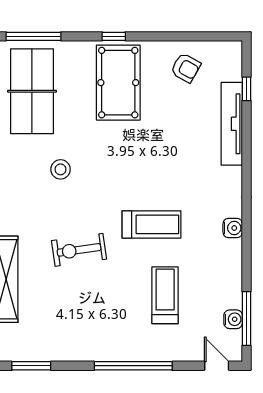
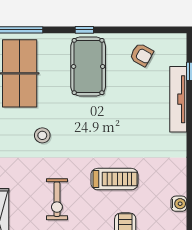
water cooler: (233, 228) -> (179, 204), moved
exercise bike: (79, 250) -> (57, 199), turned -82

